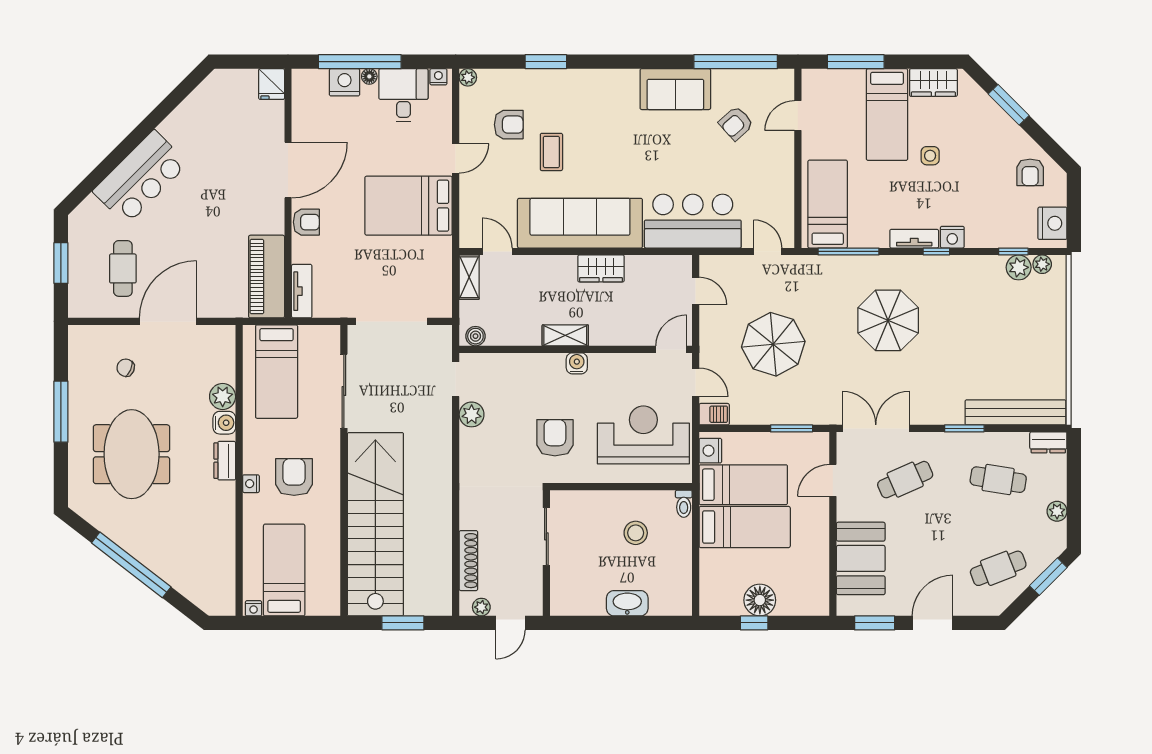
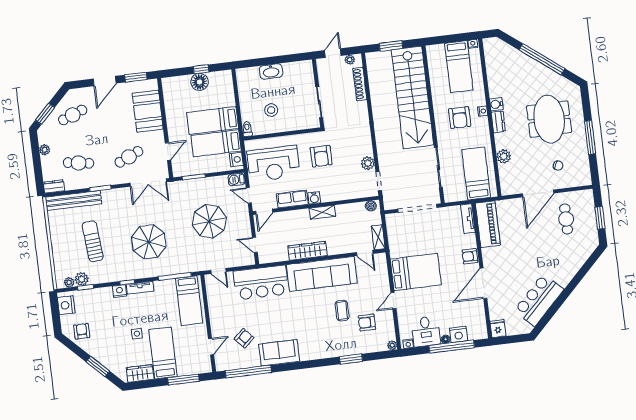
bar counter: (140, 177) -> (539, 300), moved
wardrobe: (601, 268) -> (307, 251), width x1.50
sun lounger: (990, 334) -> (93, 241), added
row of seats: (617, 366) -> (292, 199), added
water cooler: (224, 423) -> (496, 104), moved

